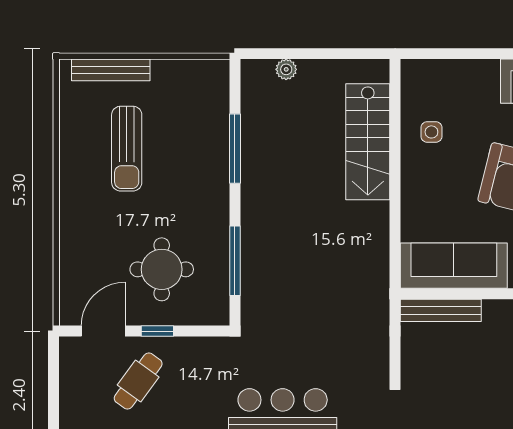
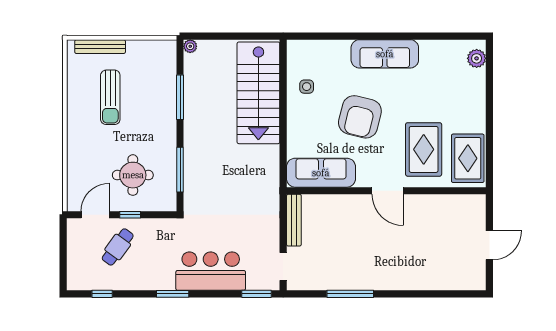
plant: (286, 69) -> (190, 46), moved
stairs: (368, 142) -> (258, 93), width x1.36, depth x1.51
bench: (441, 310) -> (294, 220), moved, turned 90

